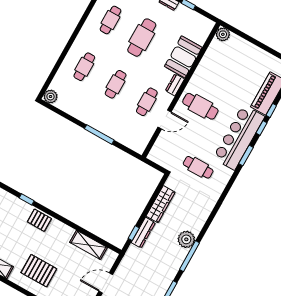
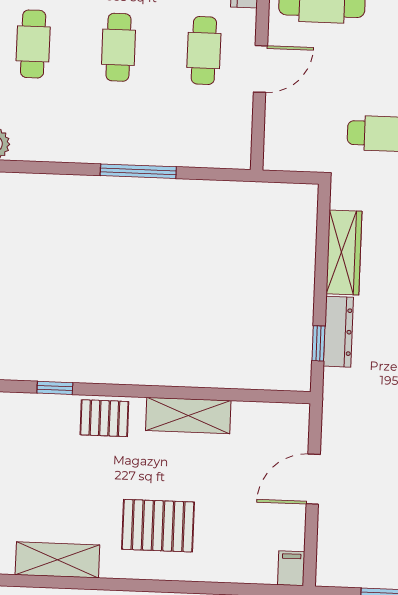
shelving: (88, 245) -> (188, 416), moved

